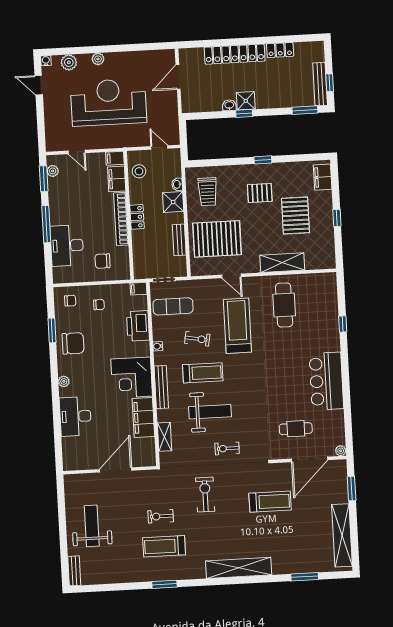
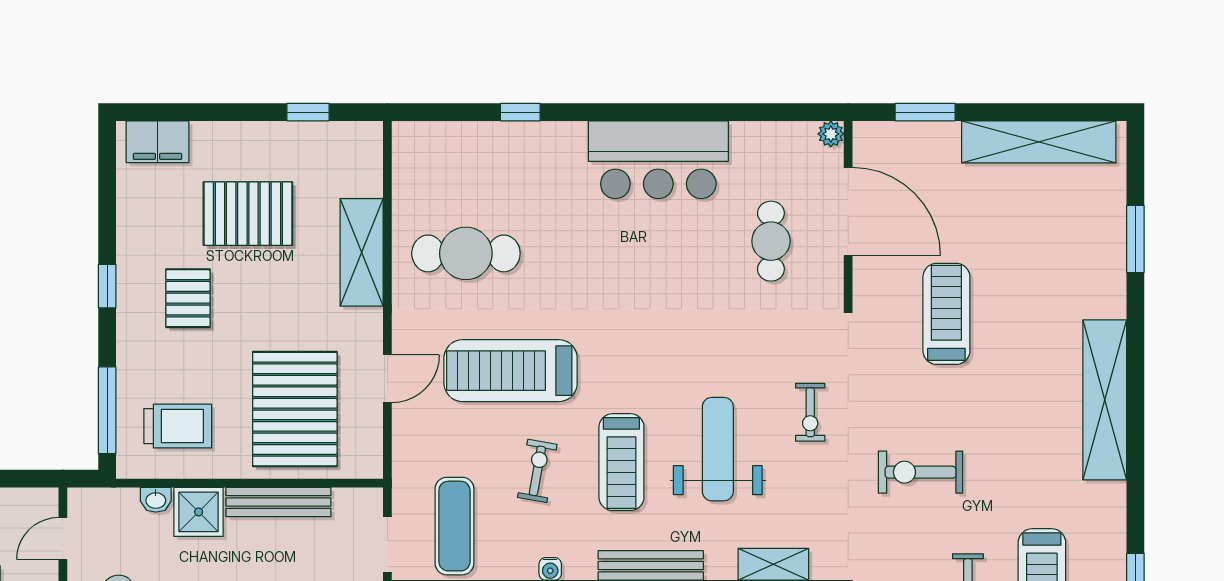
window: (212, 163) -> (107, 410), added
window: (337, 218) -> (308, 112), moved
bench: (179, 240) -> (278, 502), width x1.36
treadmill: (203, 373) -> (621, 462), turned 180

